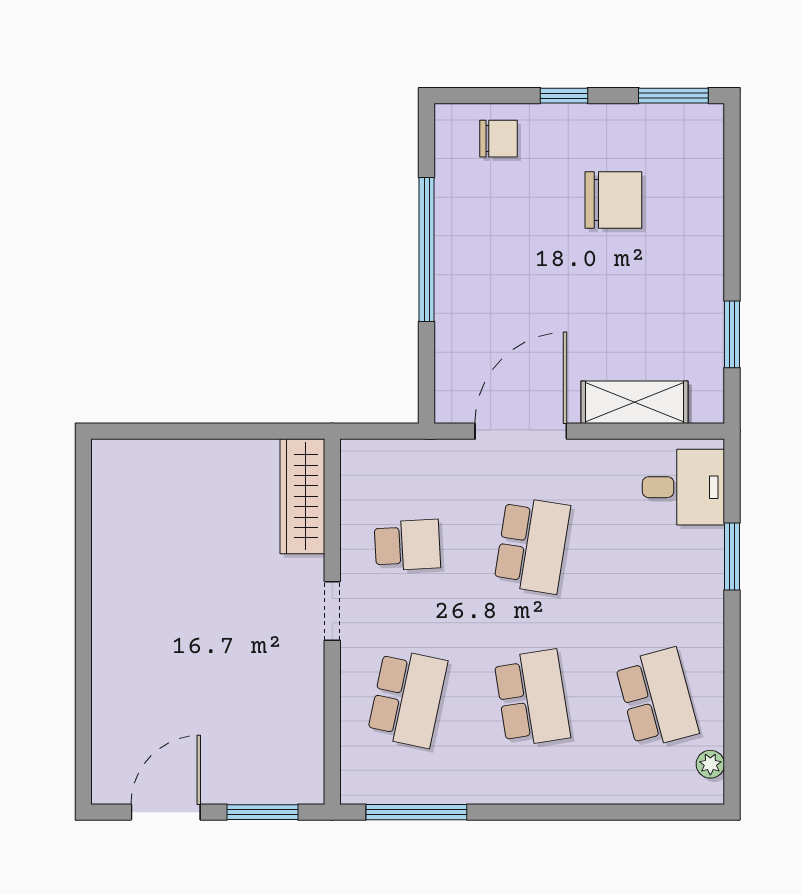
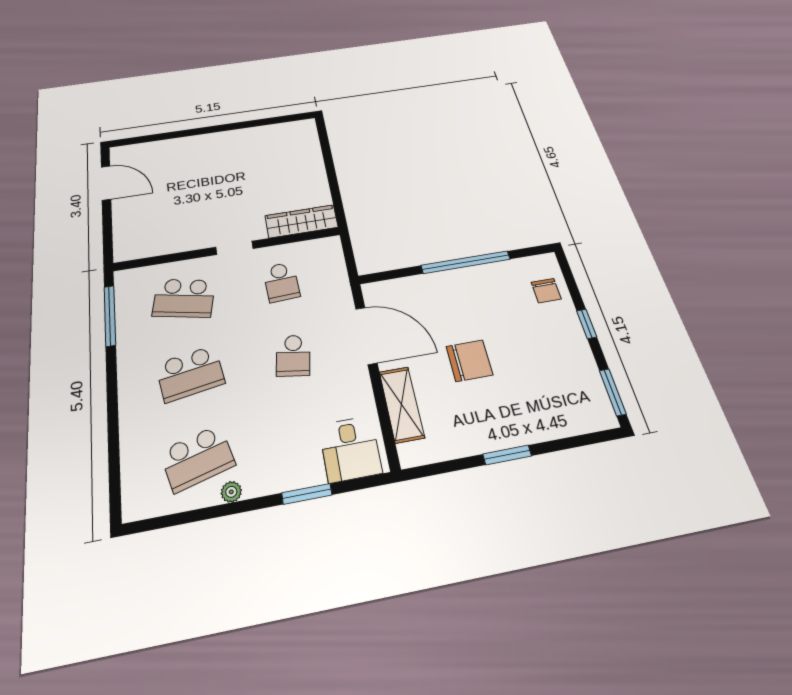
chair: (613, 200) -> (469, 361), moved, turned -90
window: (732, 334) -> (507, 455), moved
school desk: (532, 545) -> (293, 356), width x0.54
plant: (710, 764) -> (231, 492), moved
window: (262, 812) -> (107, 231), removed

